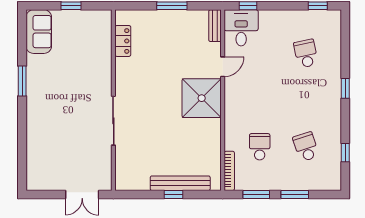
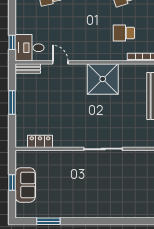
sofa: (39, 32) -> (25, 185), moved, turned 90
window: (22, 81) -> (48, 221), moved
shower: (202, 98) -> (103, 79), moved

